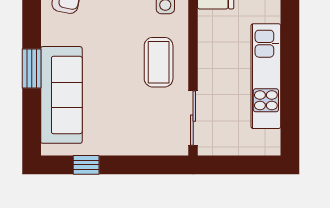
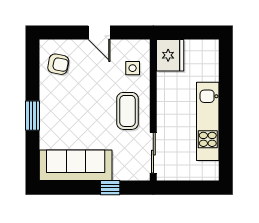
sofa: (61, 95) -> (76, 165), moved, turned -90
window: (86, 165) -> (110, 188), moved

